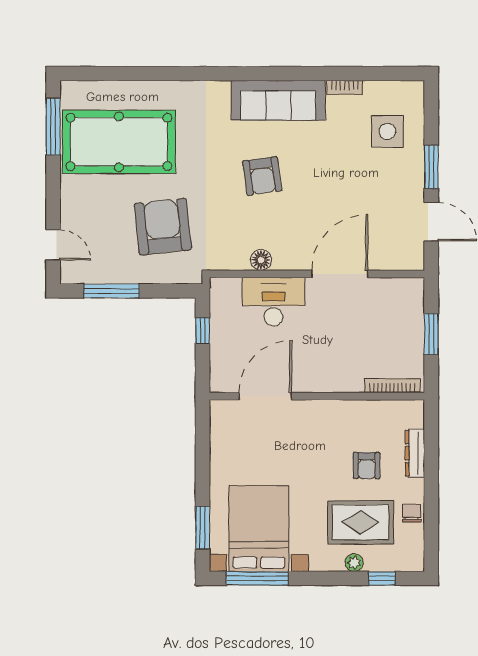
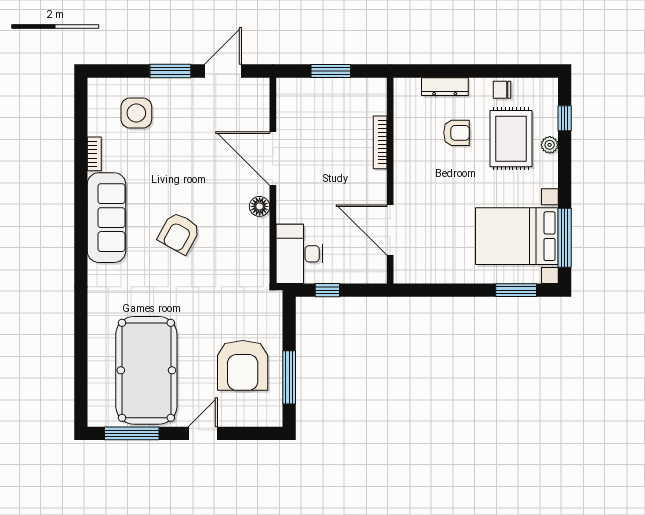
armchair: (262, 176) -> (179, 233), turned 127
armchair: (163, 227) -> (243, 365), moved, turned -84
door: (53, 245) -> (203, 433), moved
floor lamp: (261, 260) -> (260, 206), moved
desk: (273, 302) -> (300, 254), moved
bookcase: (392, 386) -> (380, 142), moved

